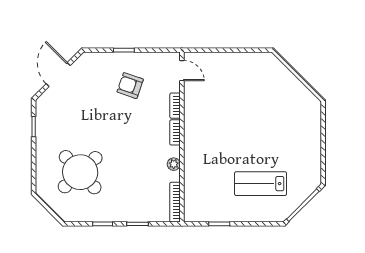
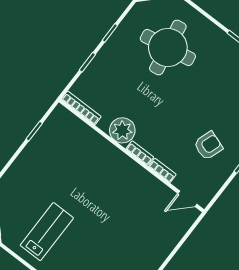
plant: (174, 164) -> (122, 130), width x1.88, depth x1.88
round table: (80, 172) -> (168, 47), turned 33
lab bench: (261, 184) -> (47, 232), moved

